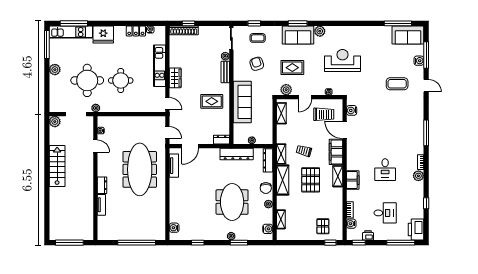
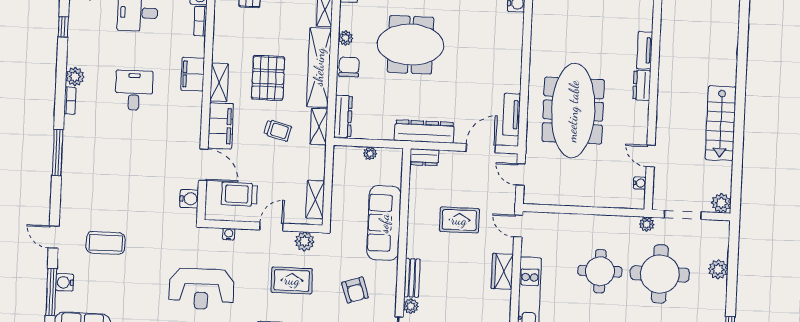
plant: (55, 70) -> (718, 269), moved
rug: (212, 101) -> (459, 220), moved
dresser: (237, 154) -> (424, 131), moved
shelving: (283, 180) -> (319, 67), width x1.47
meeting table: (232, 202) -> (411, 45), turned 90

